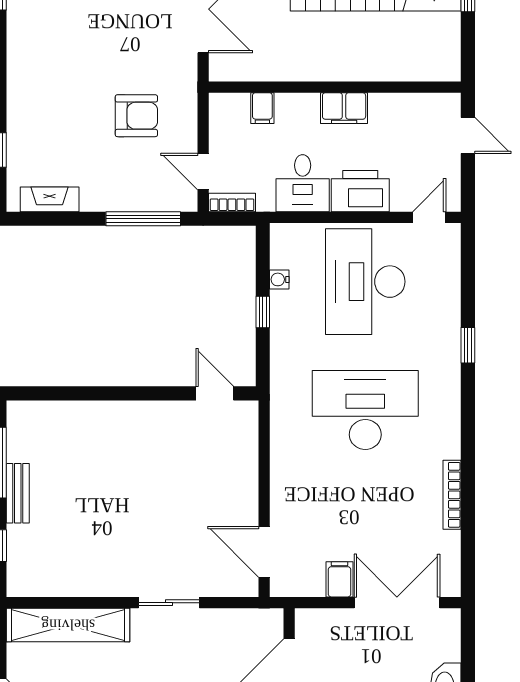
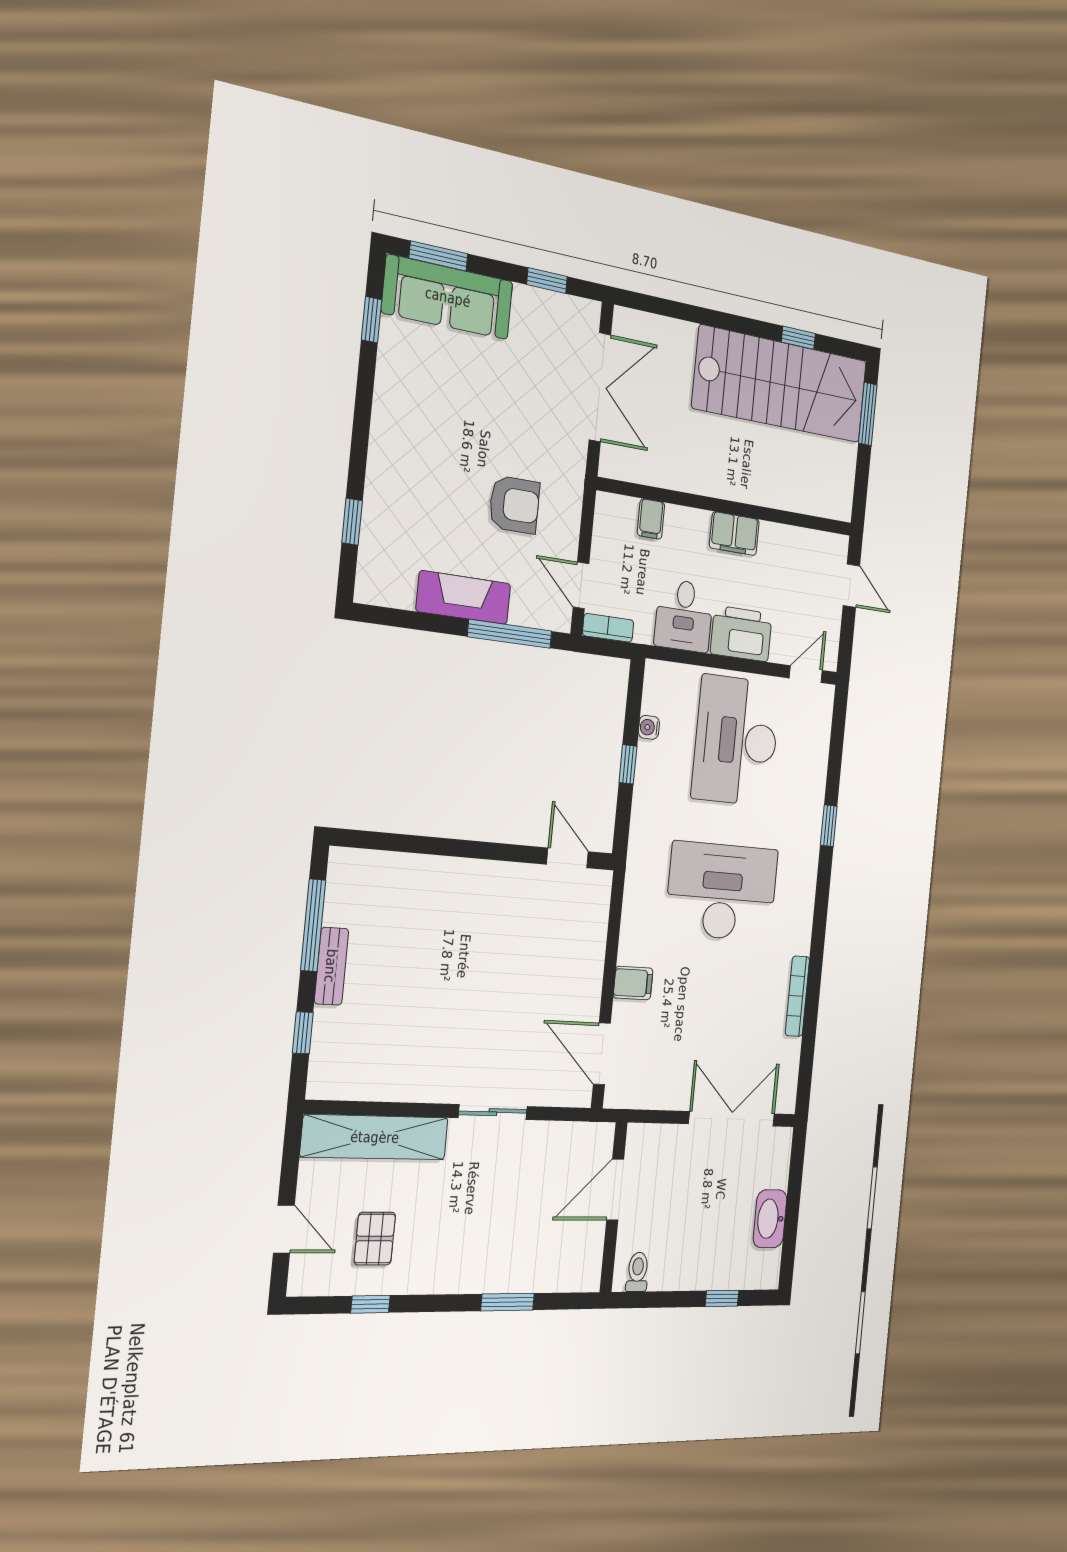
fireplace: (50, 199) -> (464, 598), moved, width x1.37, depth x1.32
filing cabinet: (339, 579) -> (633, 983), moved, turned 90

